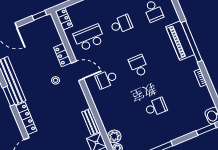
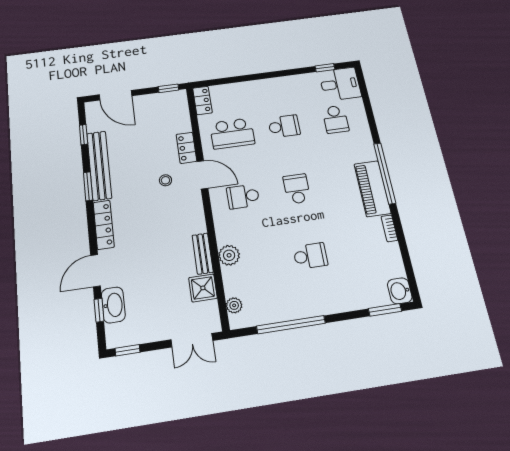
school desk: (89, 38) -> (232, 133), turned 180
piano: (180, 41) -> (372, 189), moved
plant: (114, 136) -> (229, 255), moved

